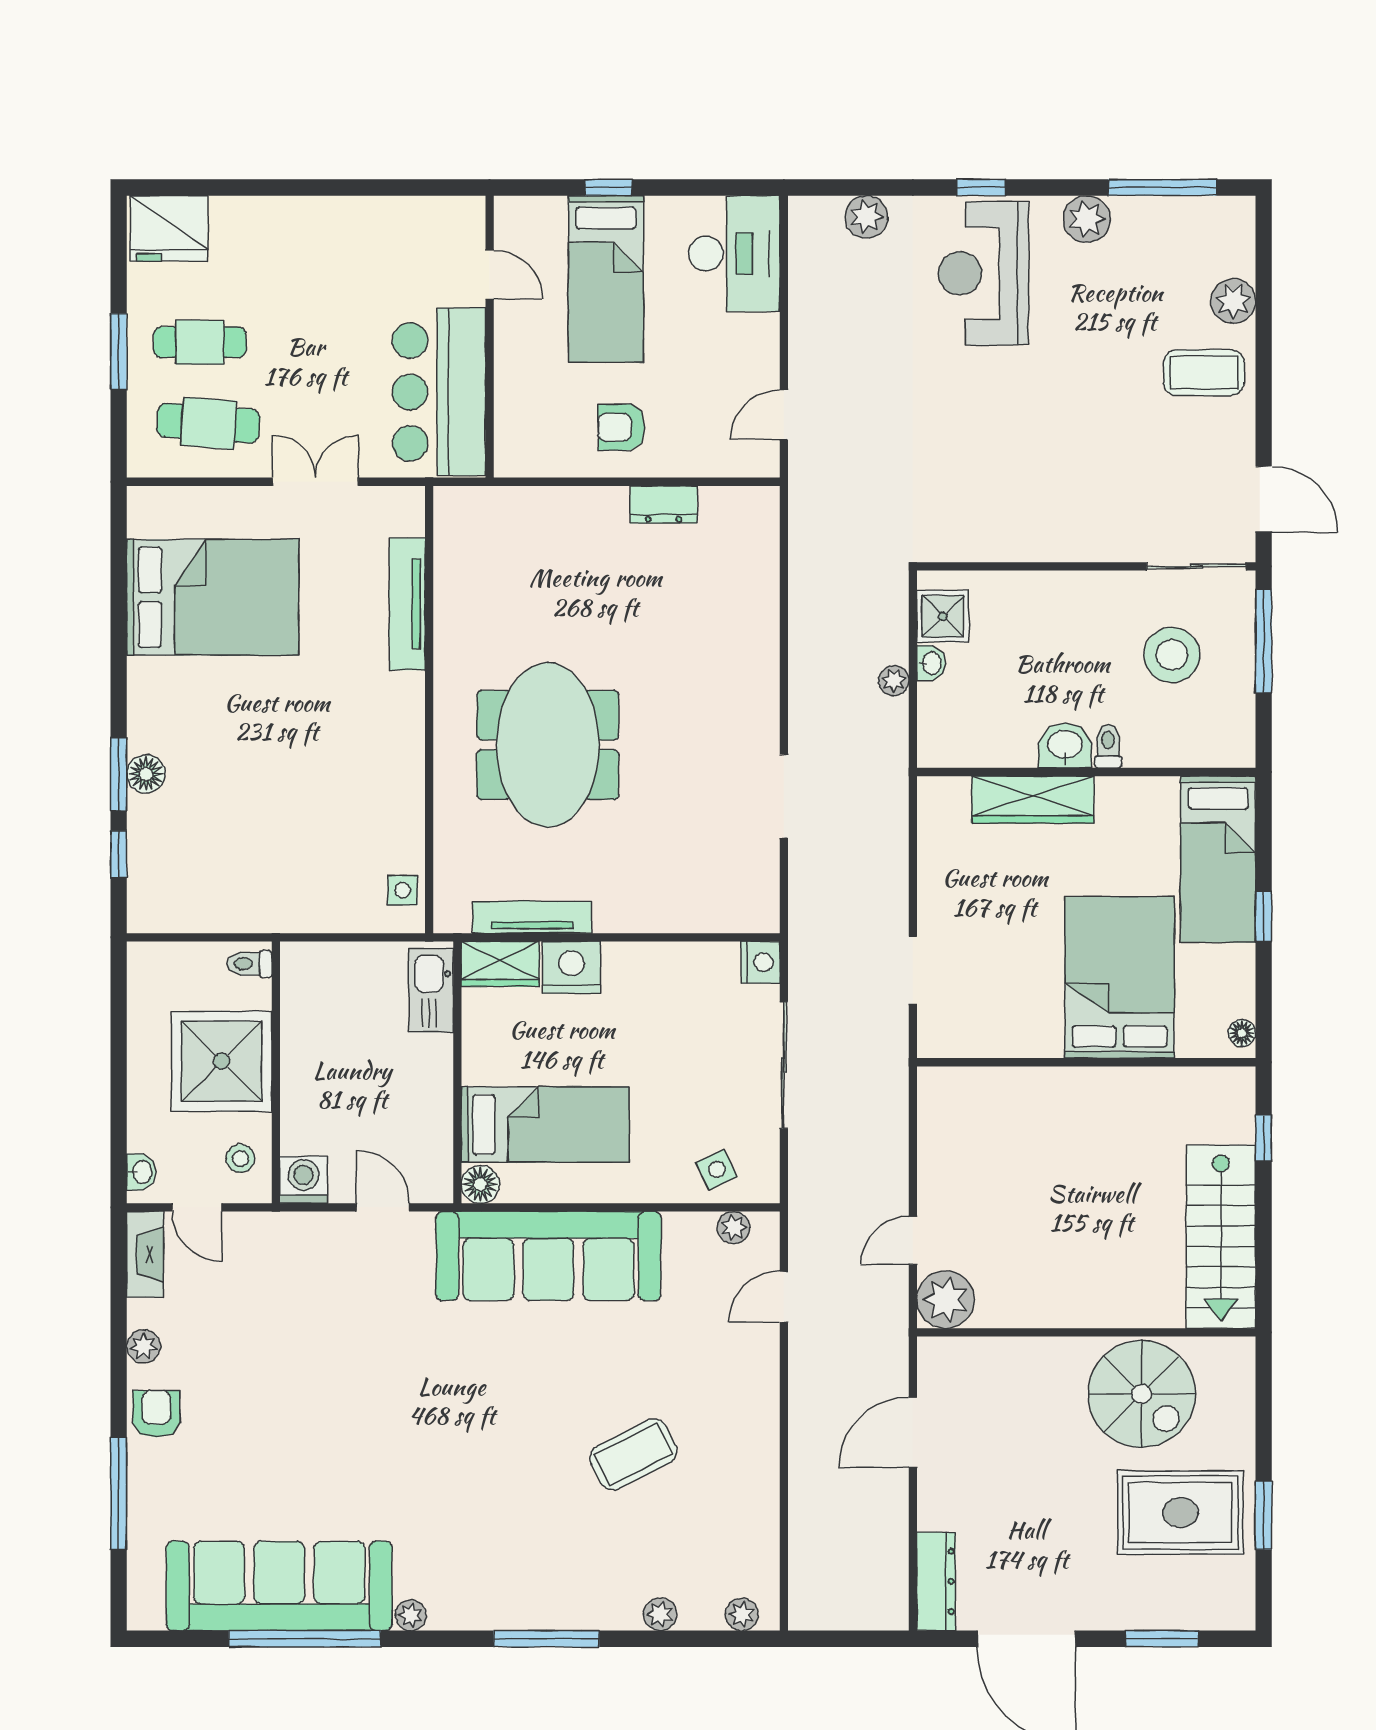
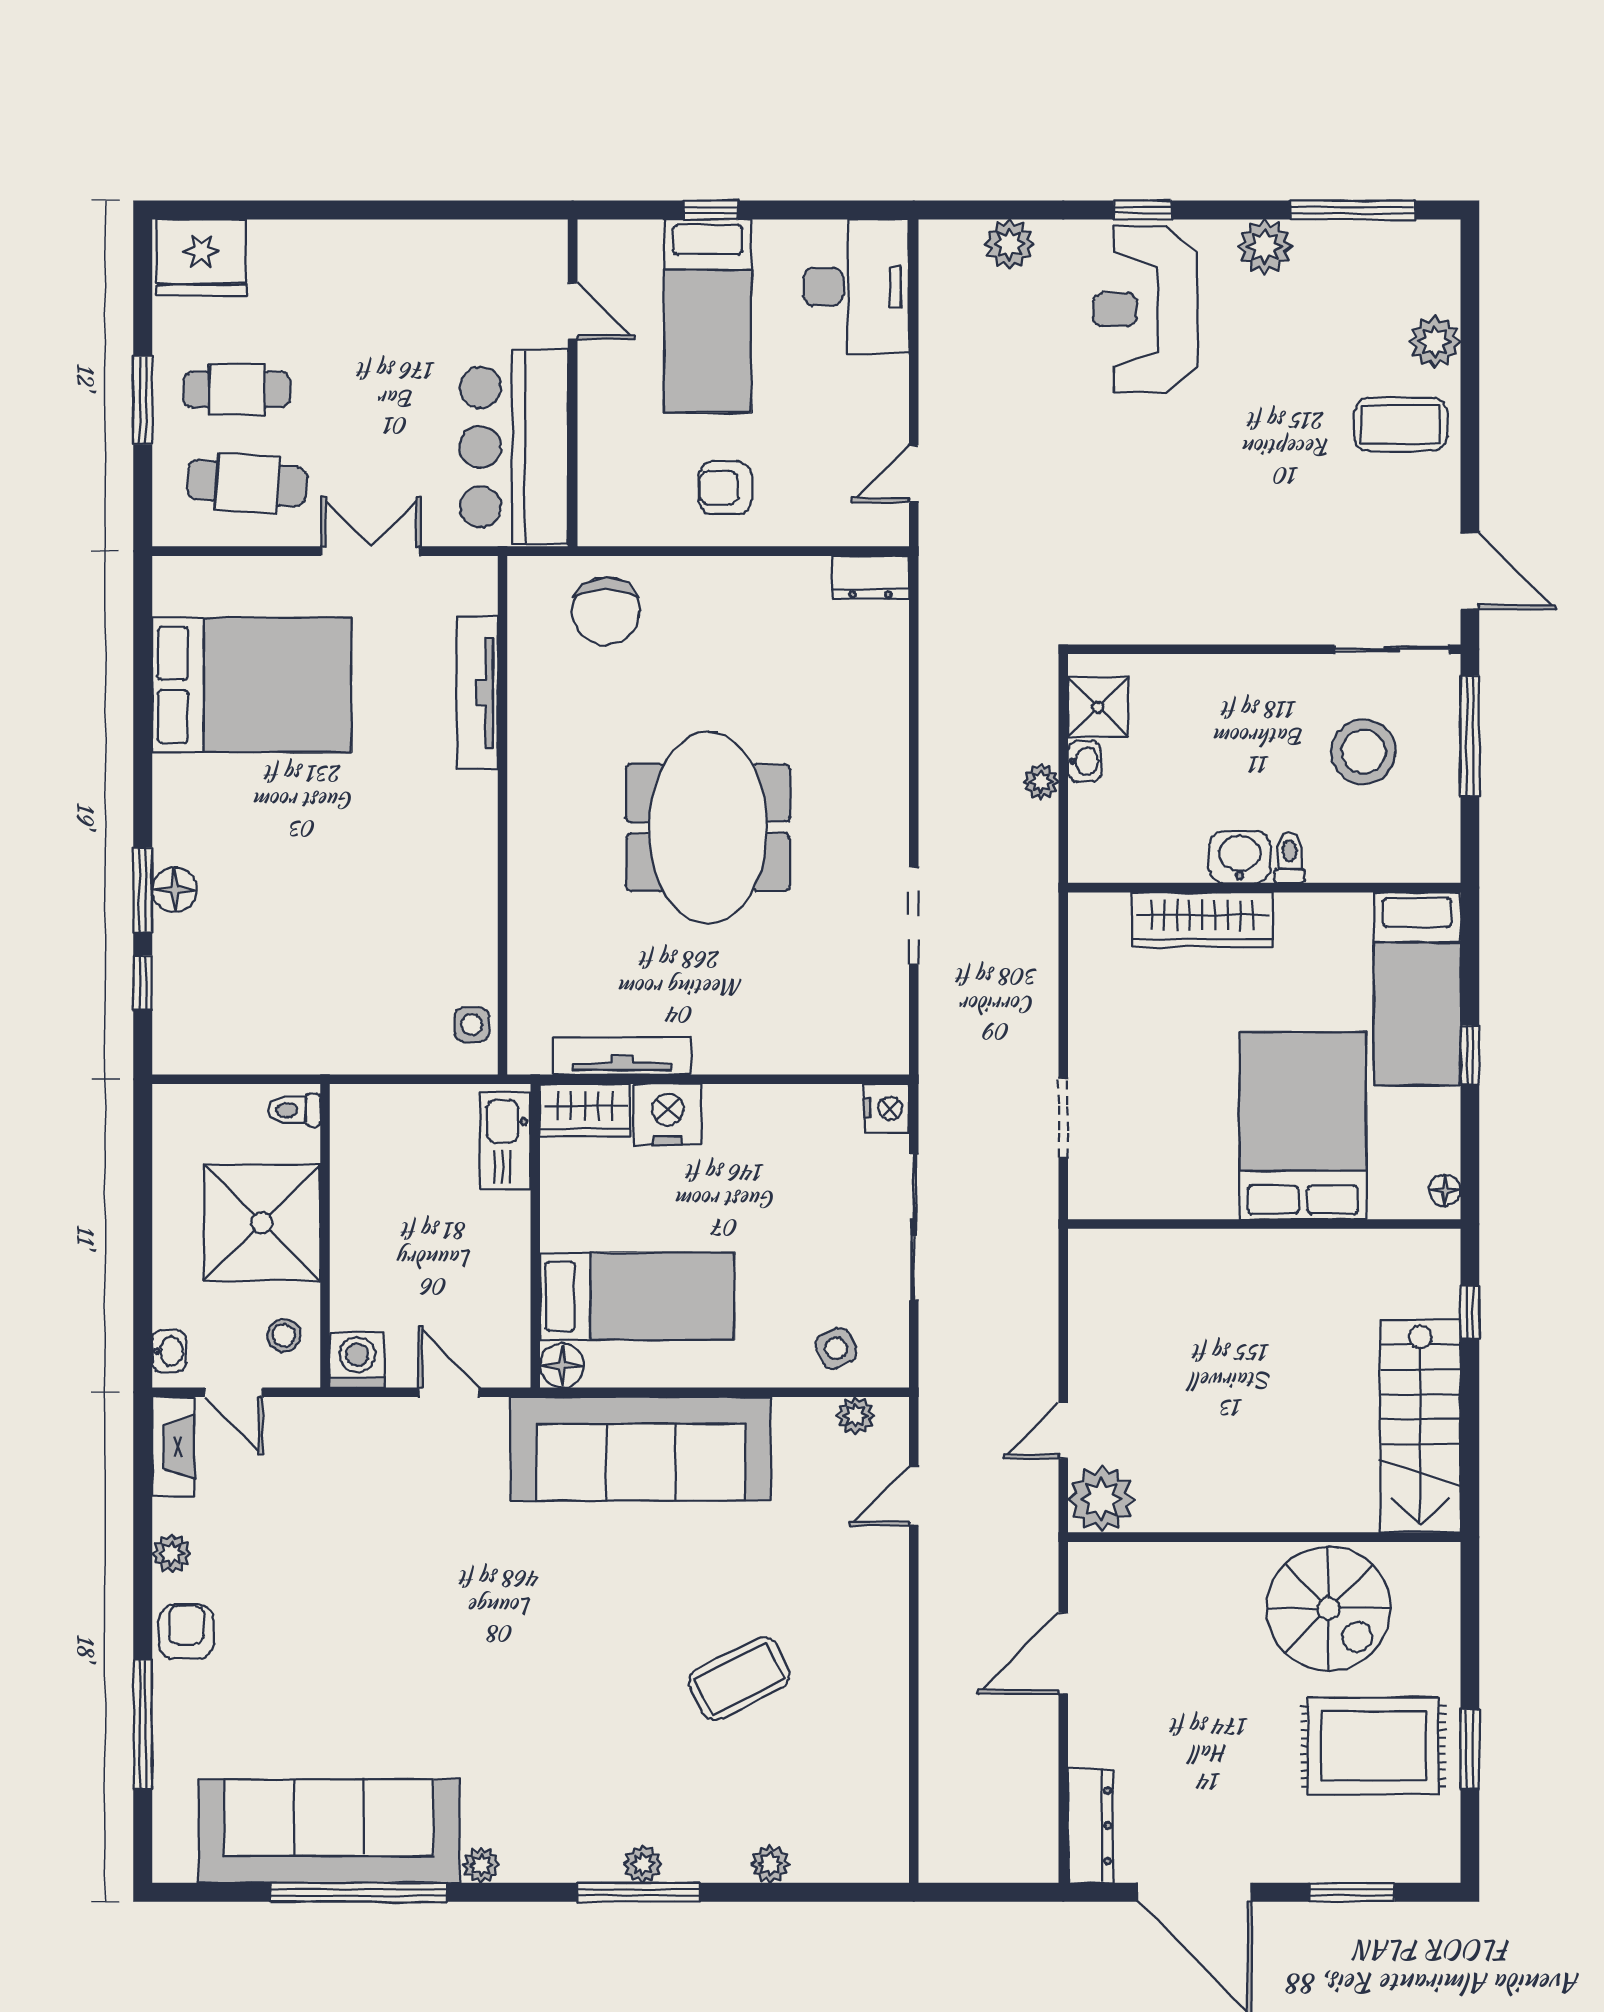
dresser: (664, 505) -> (870, 578), moved
chair: (518, 533) -> (606, 611), added
meeting table: (548, 745) -> (708, 828), moved
plant: (742, 1614) -> (643, 1864), moved

